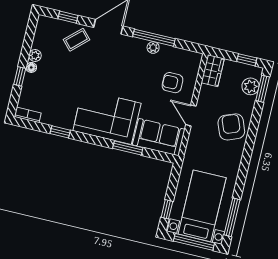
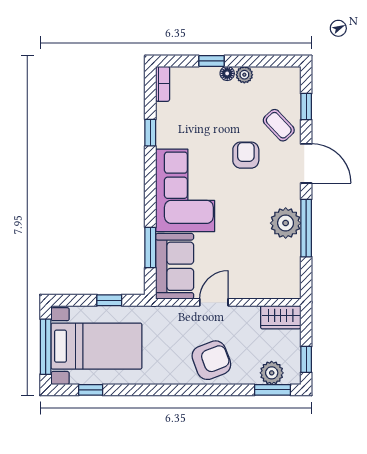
plant: (153, 48) -> (286, 223), width x1.88, depth x1.88
armchair: (172, 83) -> (246, 155), moved
window: (128, 148) -> (150, 248), moved
window: (167, 209) -> (109, 300), moved
window: (232, 217) -> (91, 390), width x0.46

